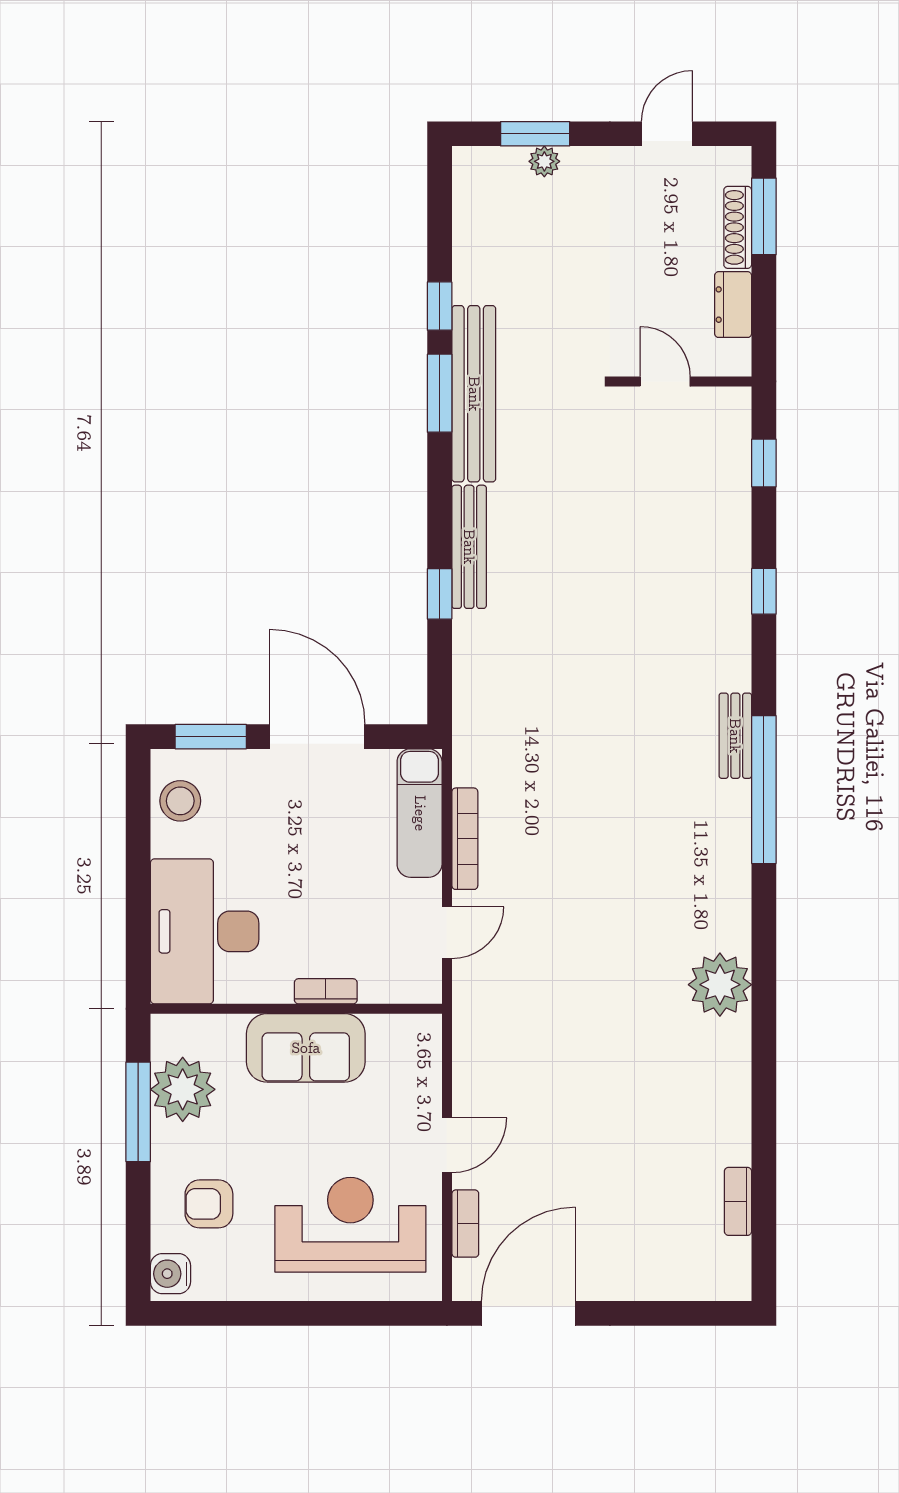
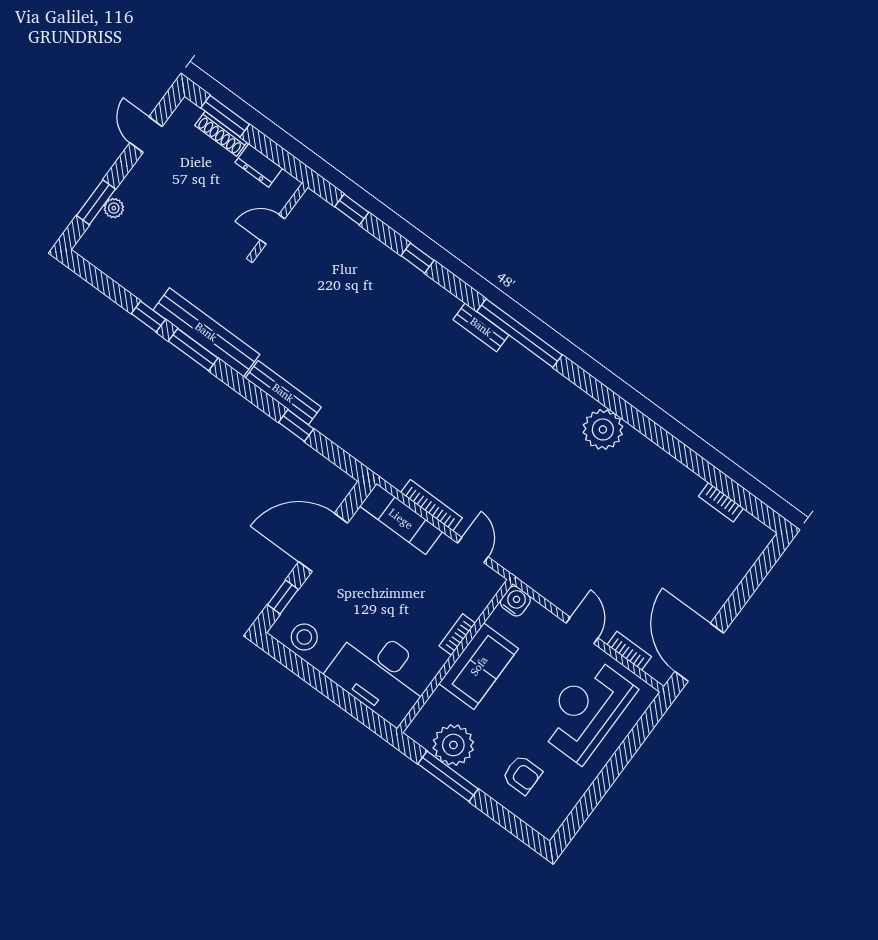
window: (211, 737) -> (283, 597), width x0.67
armchair: (209, 1204) -> (522, 775), turned -90
water cooler: (170, 1274) -> (515, 601), moved, turned 180

